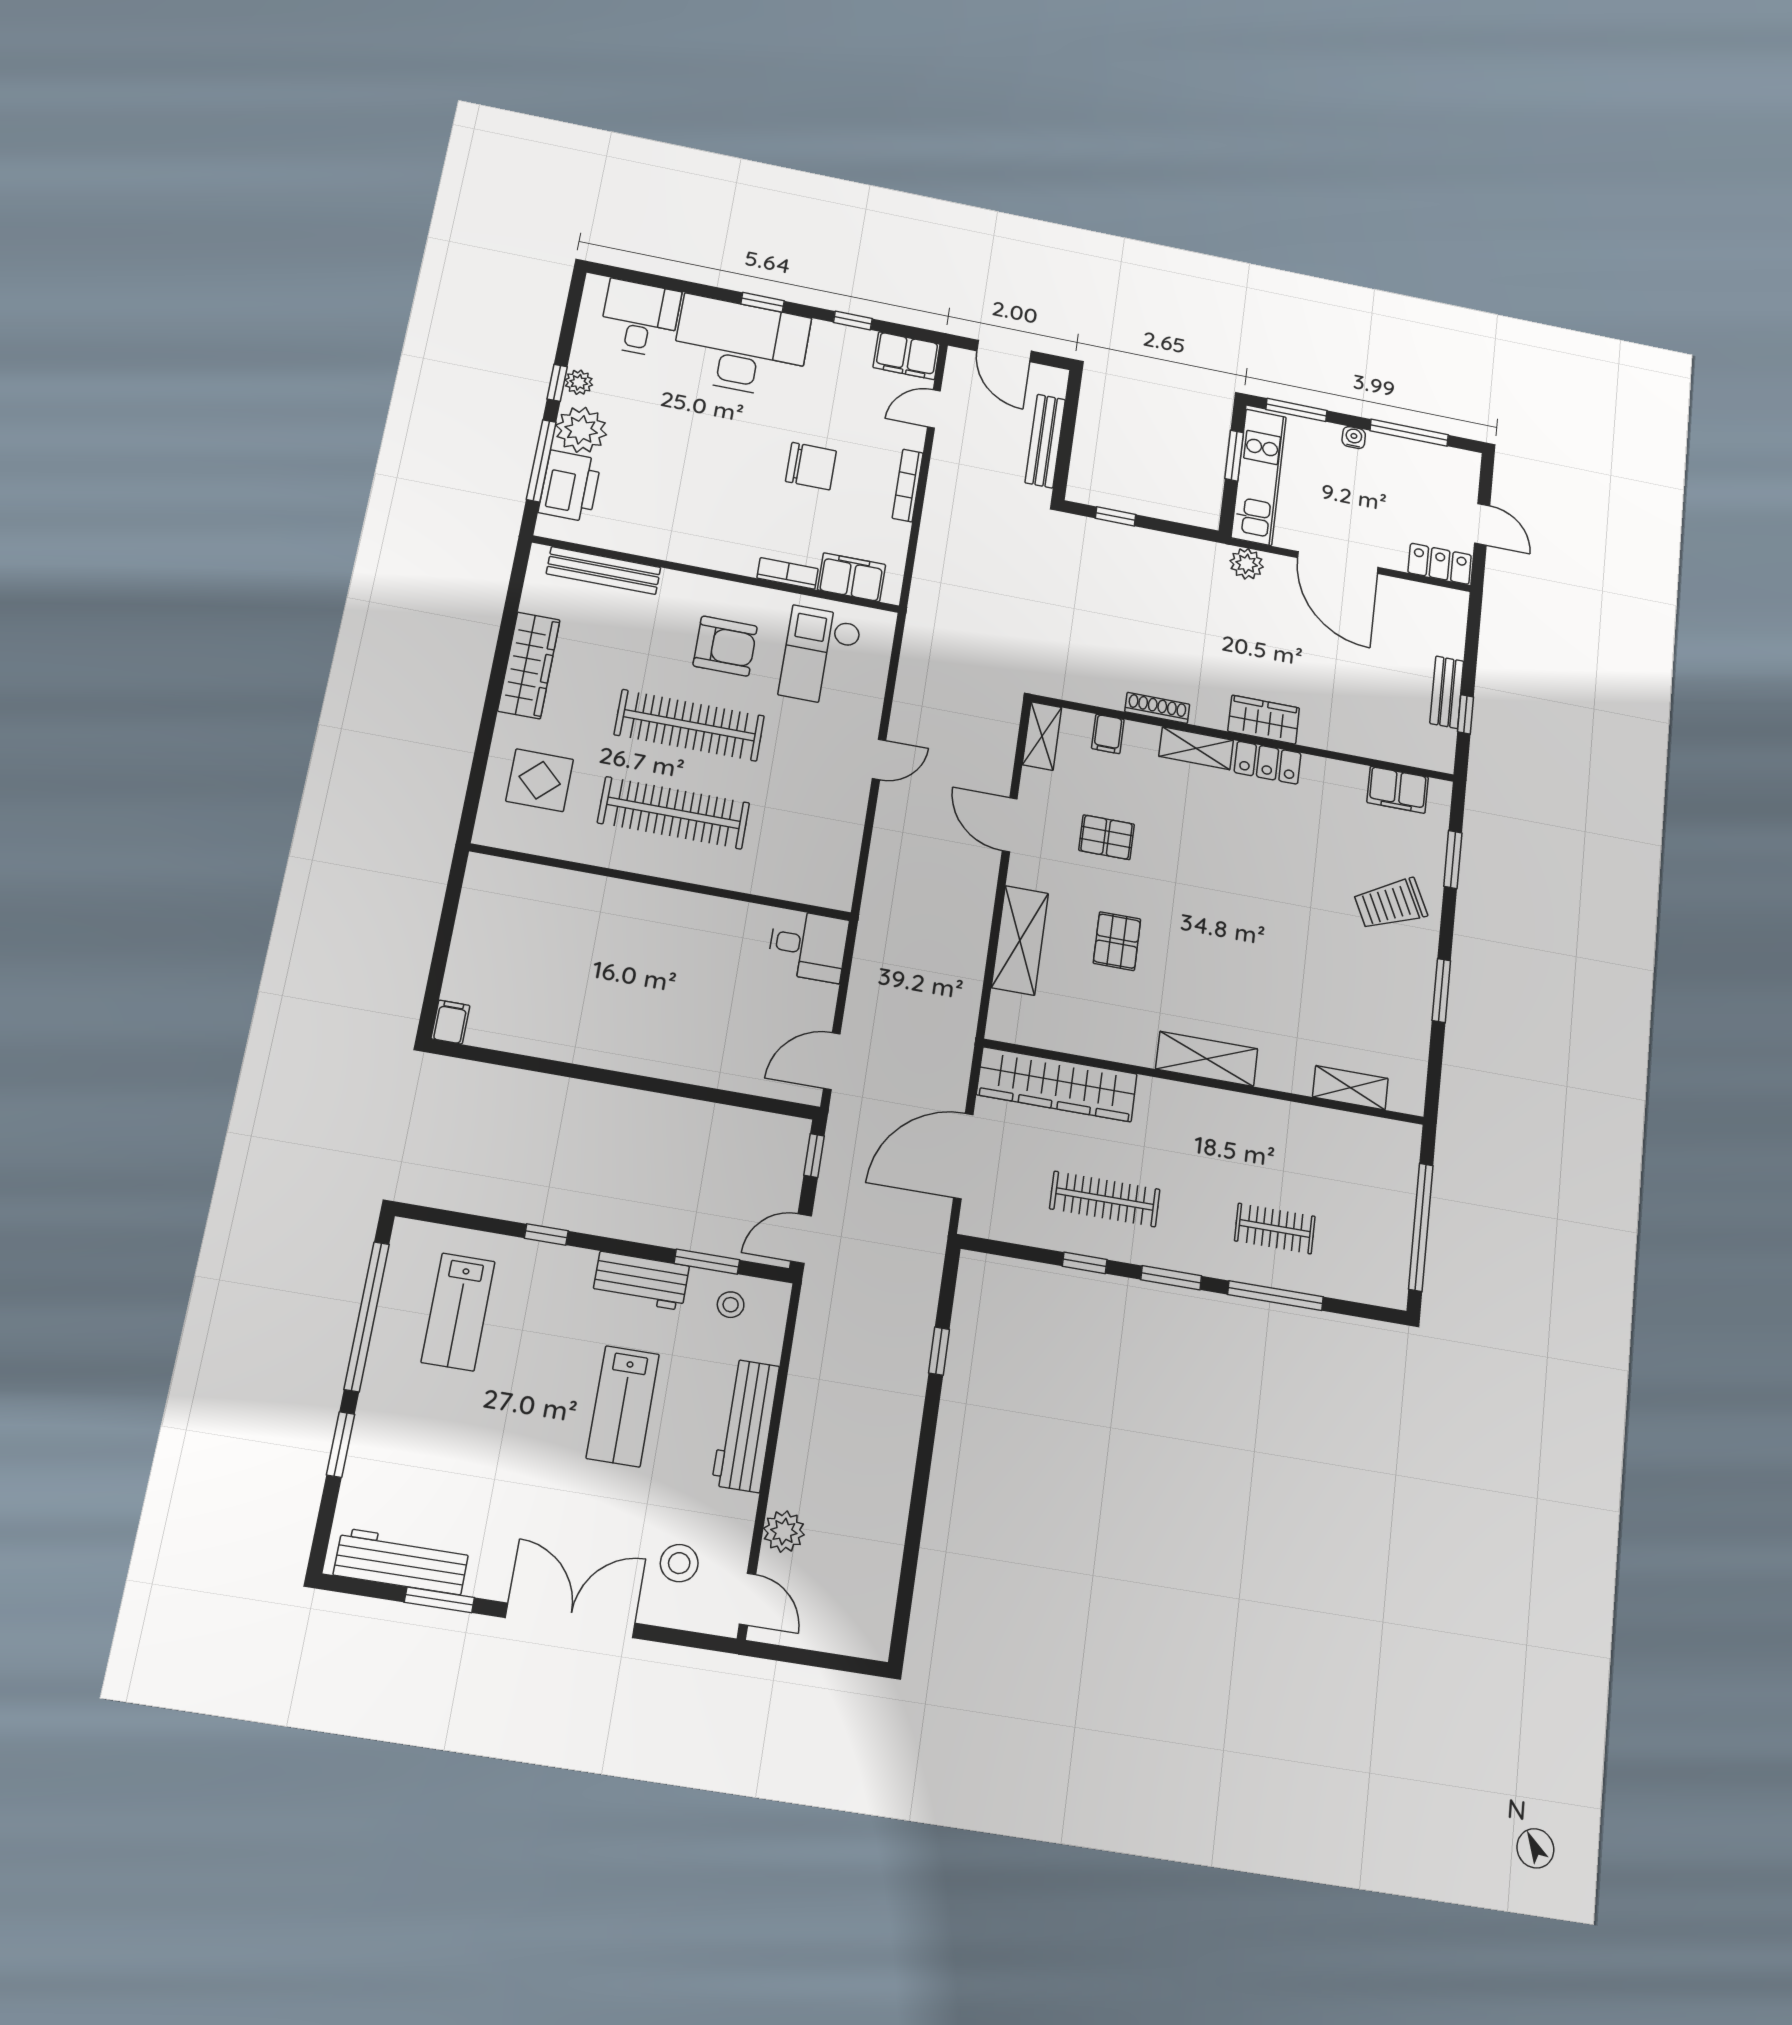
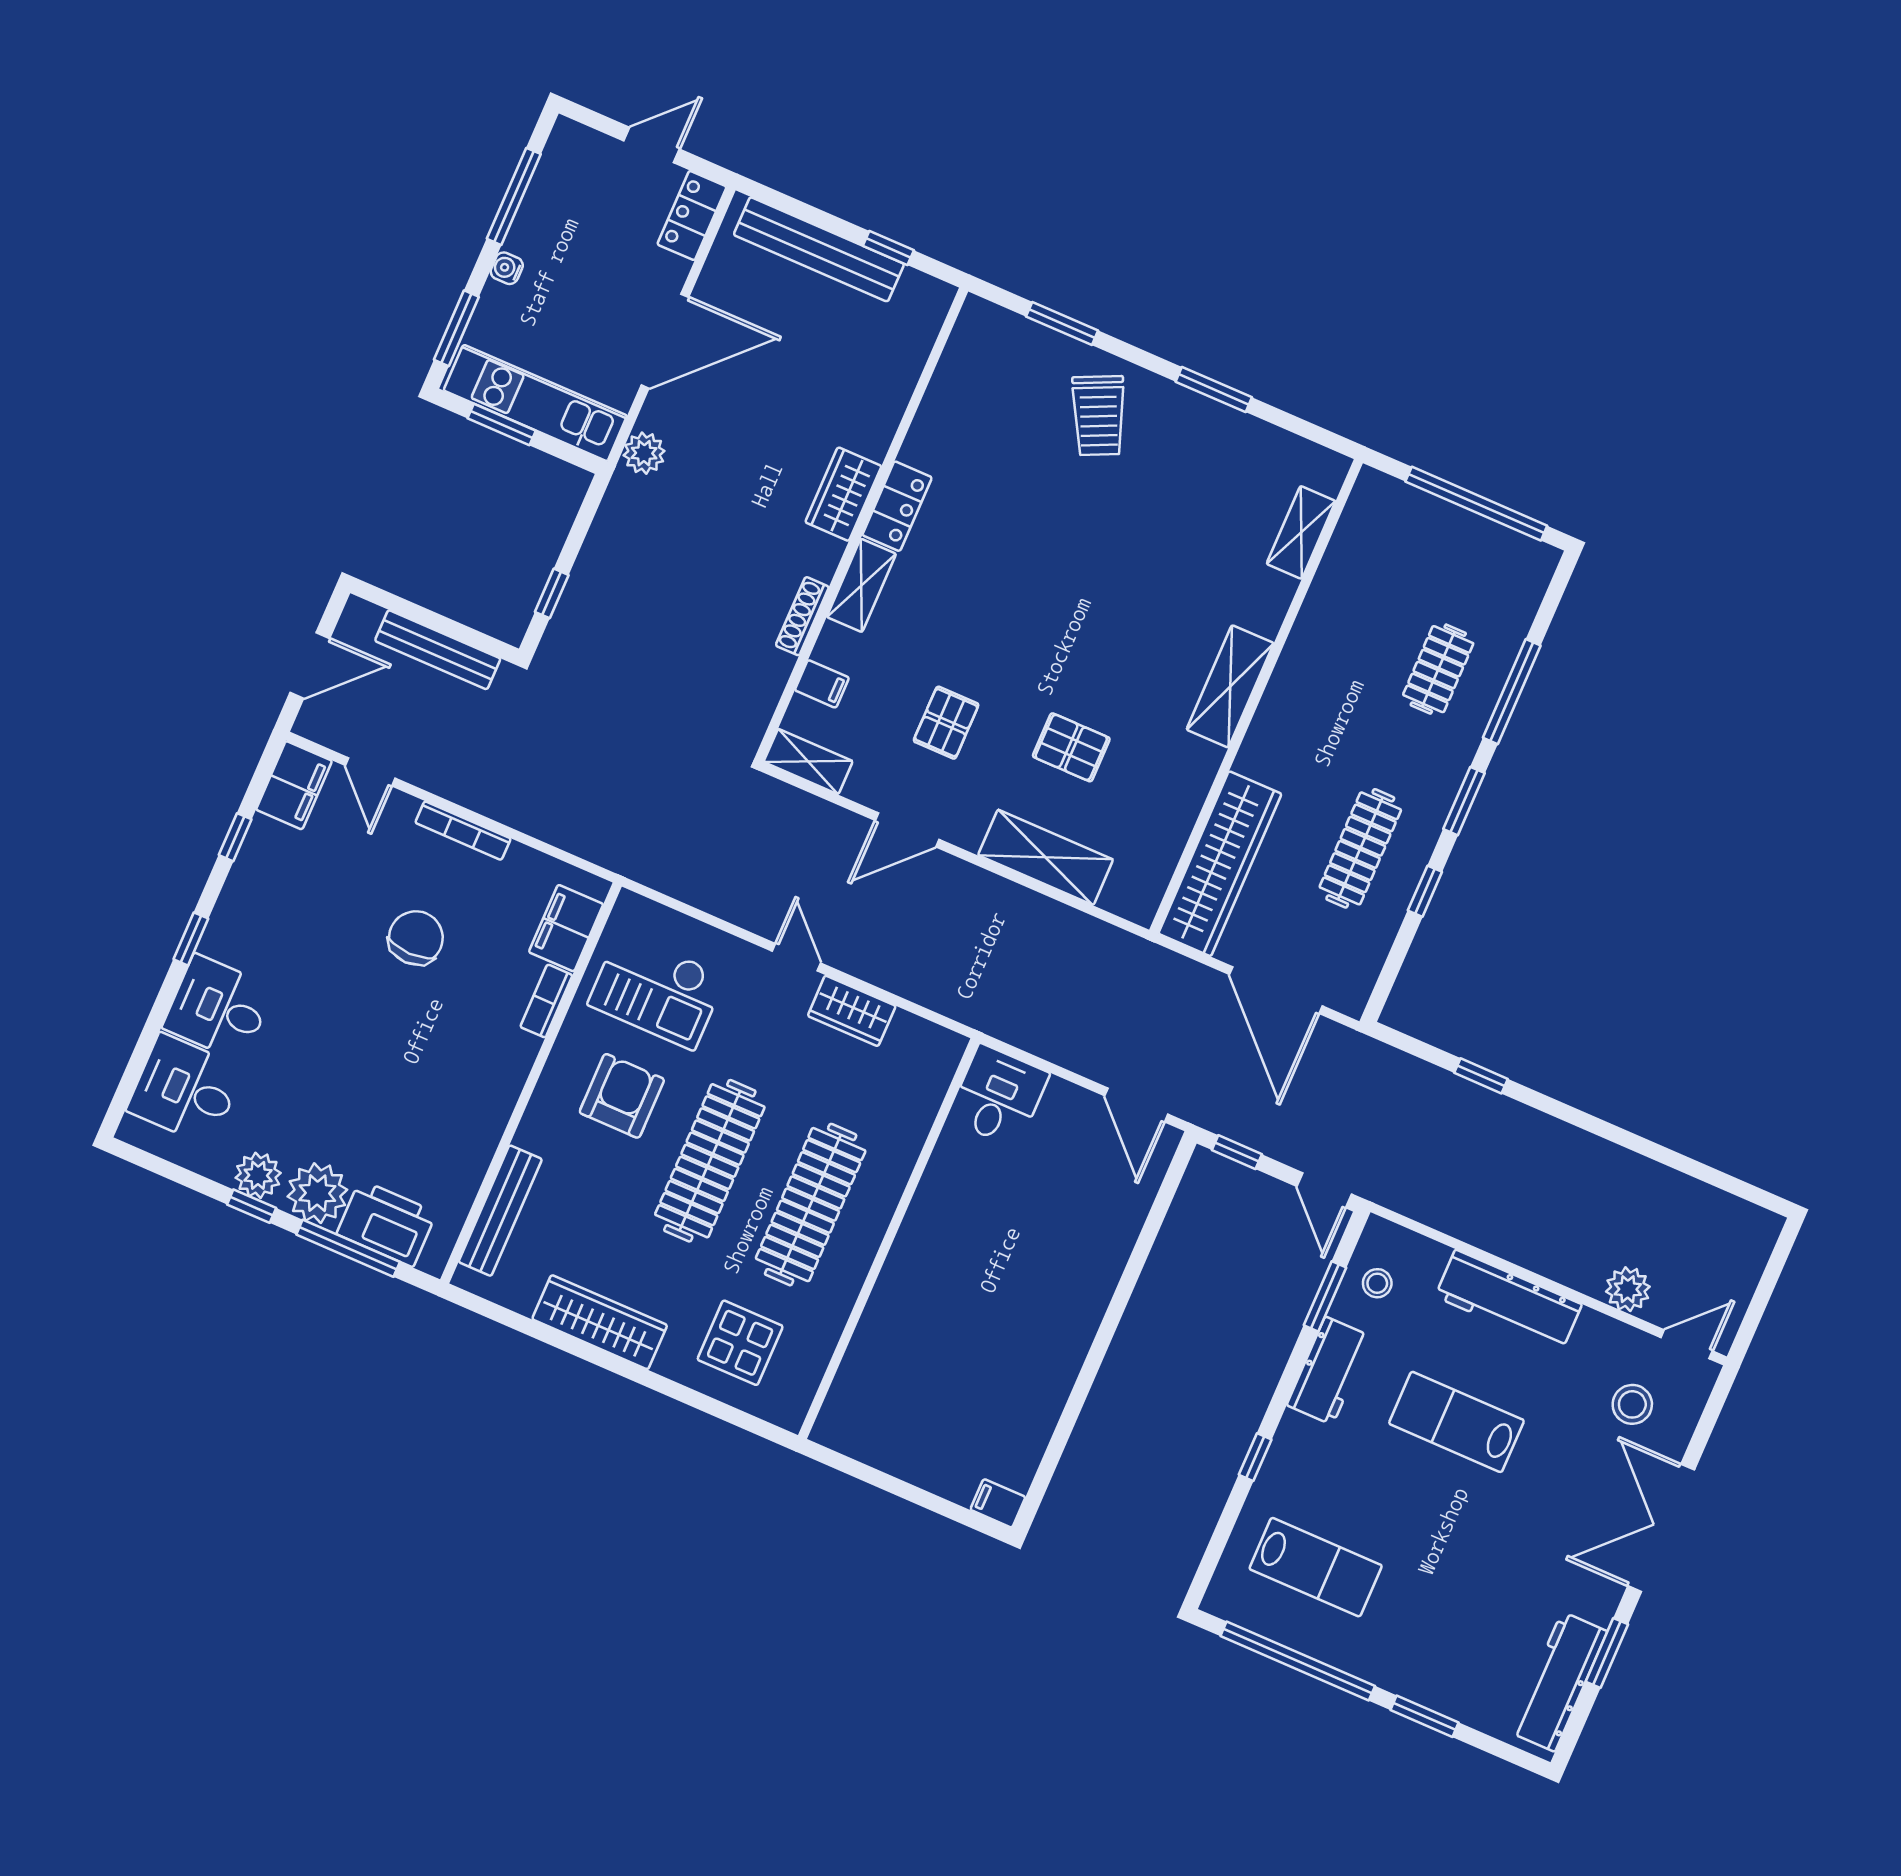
desk: (741, 347) -> (218, 1008), width x0.53, depth x0.77
plant: (579, 382) -> (258, 1175), width x1.38, depth x1.38
bench: (1447, 692) -> (819, 249), width x1.86, depth x1.21
filing cabinet: (1398, 790) -> (963, 361), removed
wardrobe: (847, 812) -> (852, 1011), added
lab bench: (623, 1406) -> (1456, 1422), turned 180

